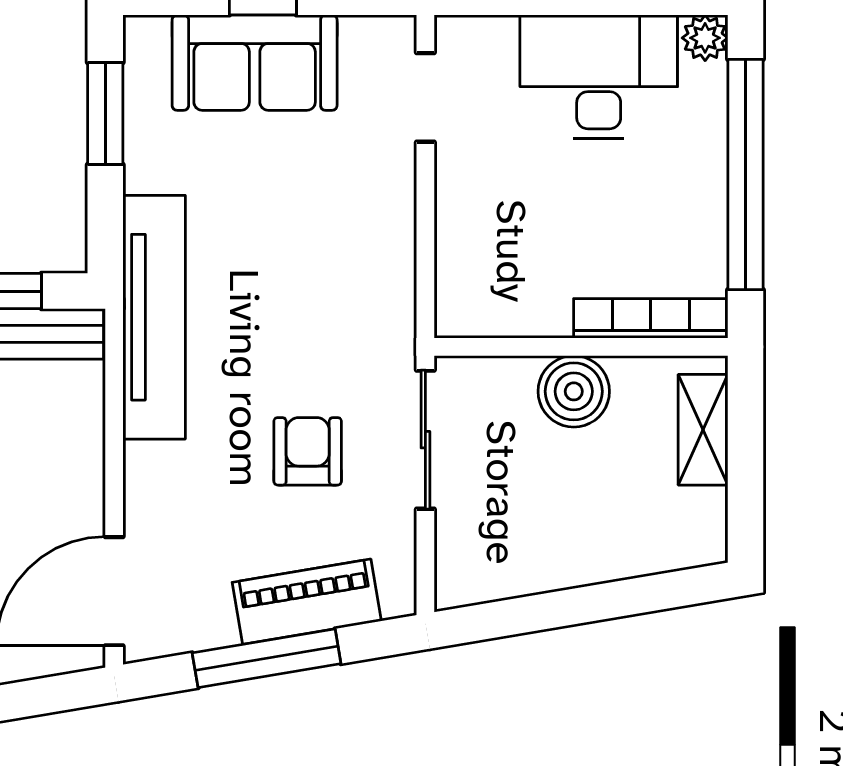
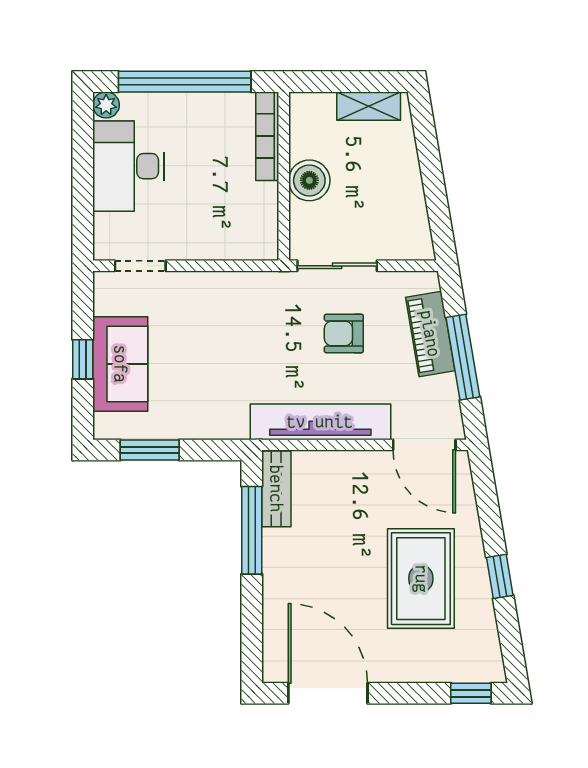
tv unit: (154, 317) -> (320, 422), moved
shelving: (703, 430) -> (369, 106), moved

